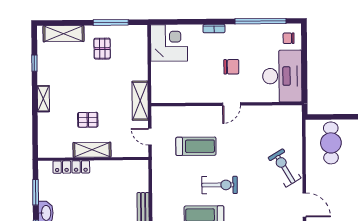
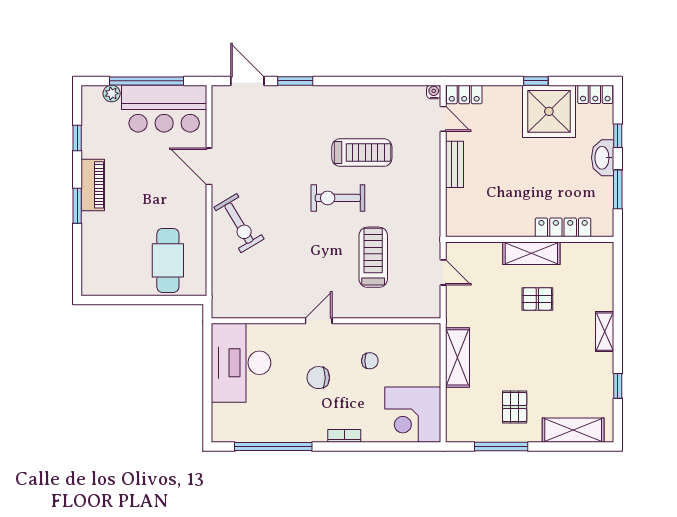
chair: (289, 38) -> (370, 361), moved
shelving: (140, 101) -> (458, 357), moved
treadmill: (196, 146) -> (373, 257), turned 90

